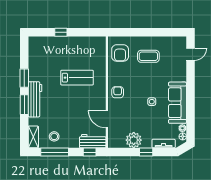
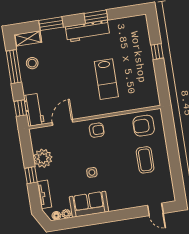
workbench: (35, 99) -> (88, 31), moved
sofa: (177, 103) -> (89, 204), width x0.73
window: (24, 105) -> (51, 24), moved

